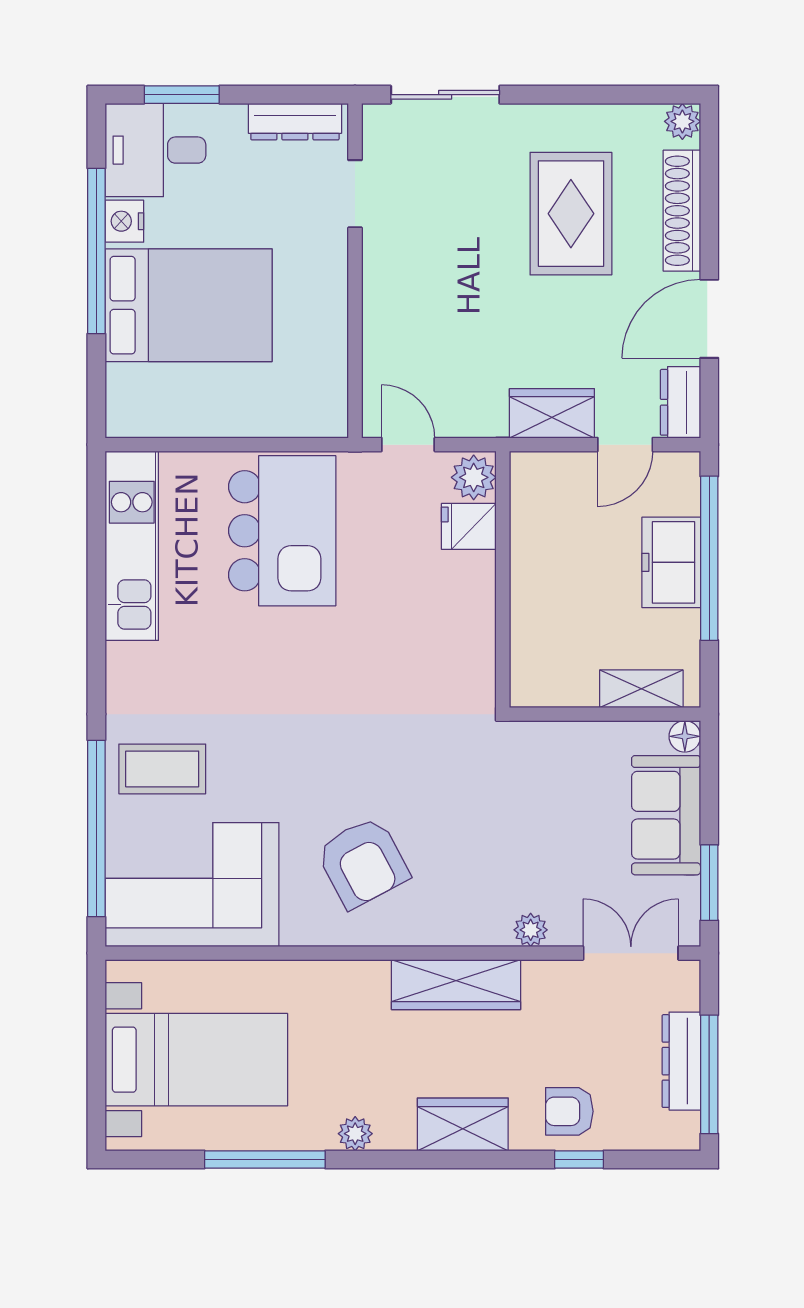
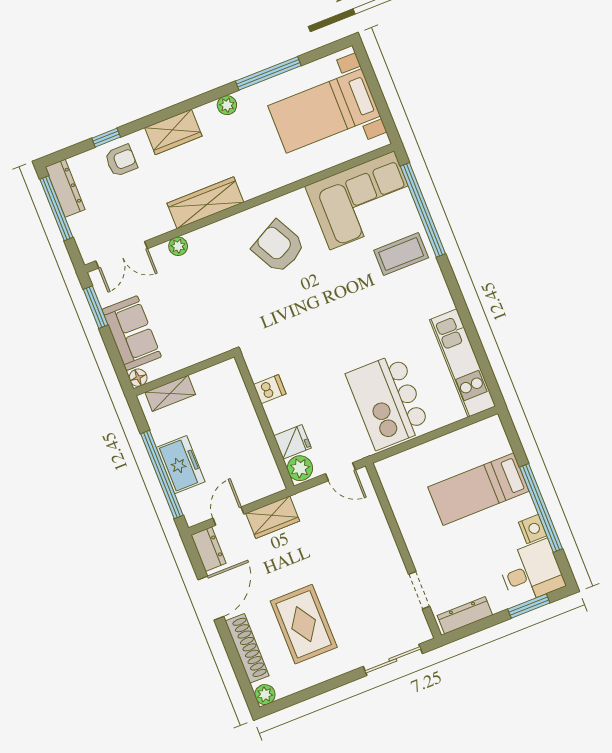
bed: (189, 305) -> (478, 489), width x0.67
dishwasher: (472, 630) -> (270, 389), added
dresser: (681, 1061) -> (65, 188), moved

